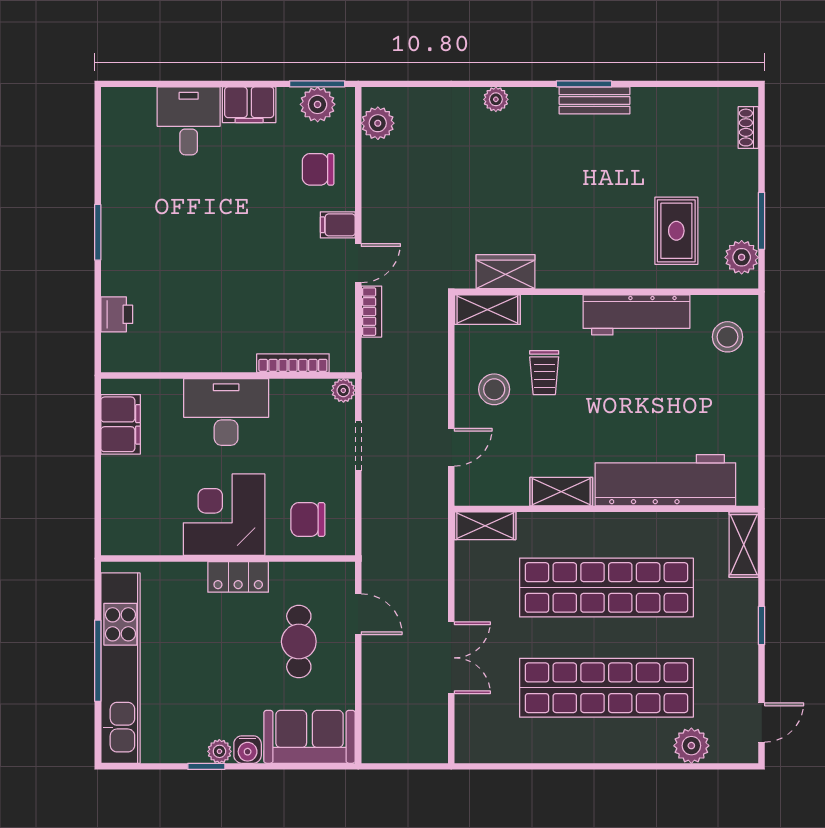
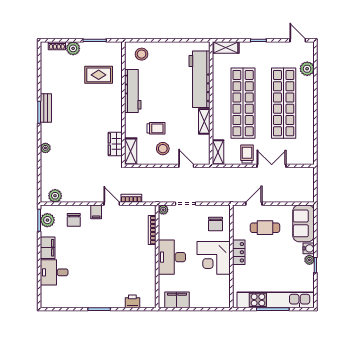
plant: (742, 257) -> (73, 48), moved
trolley: (481, 597) -> (247, 154), added

